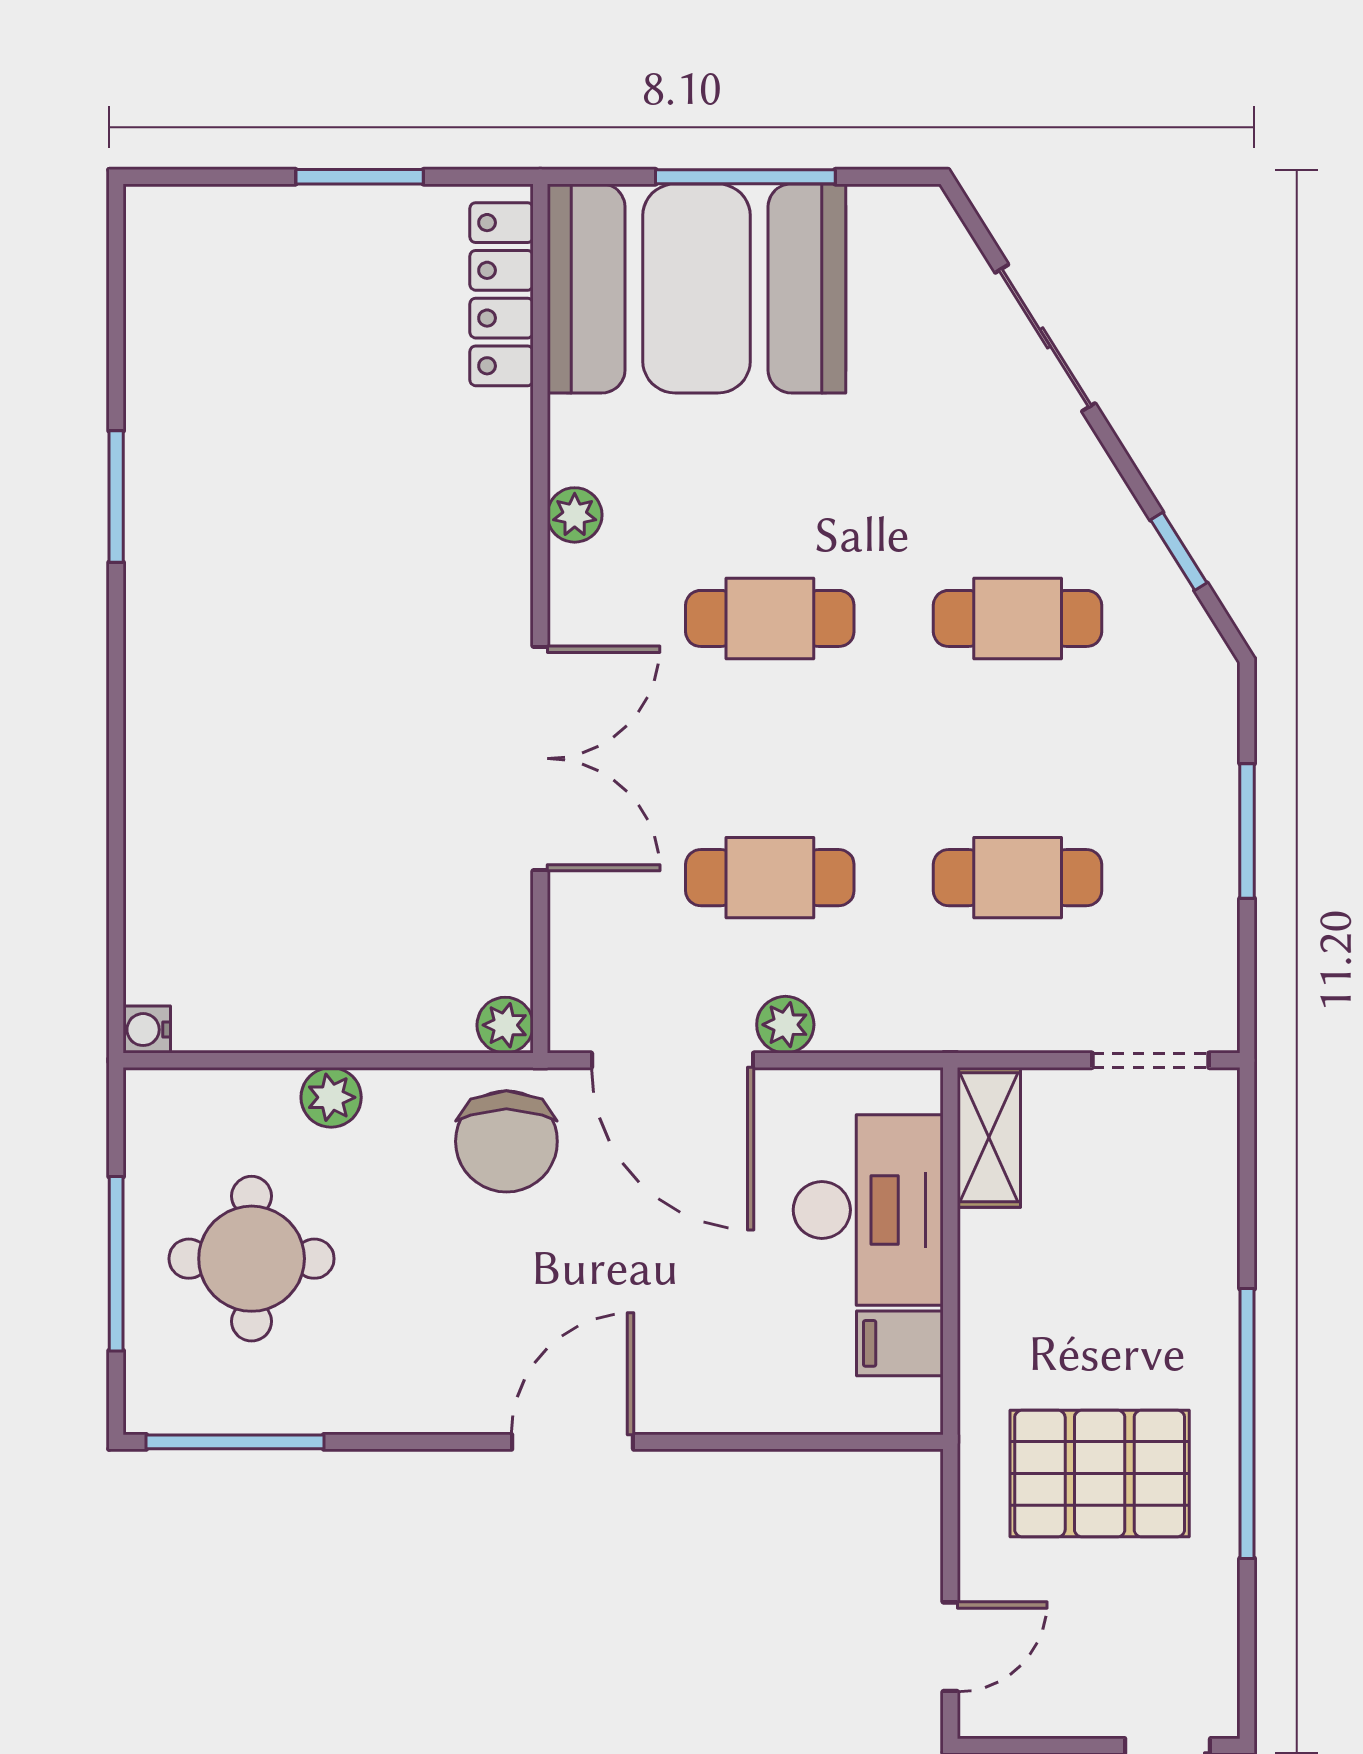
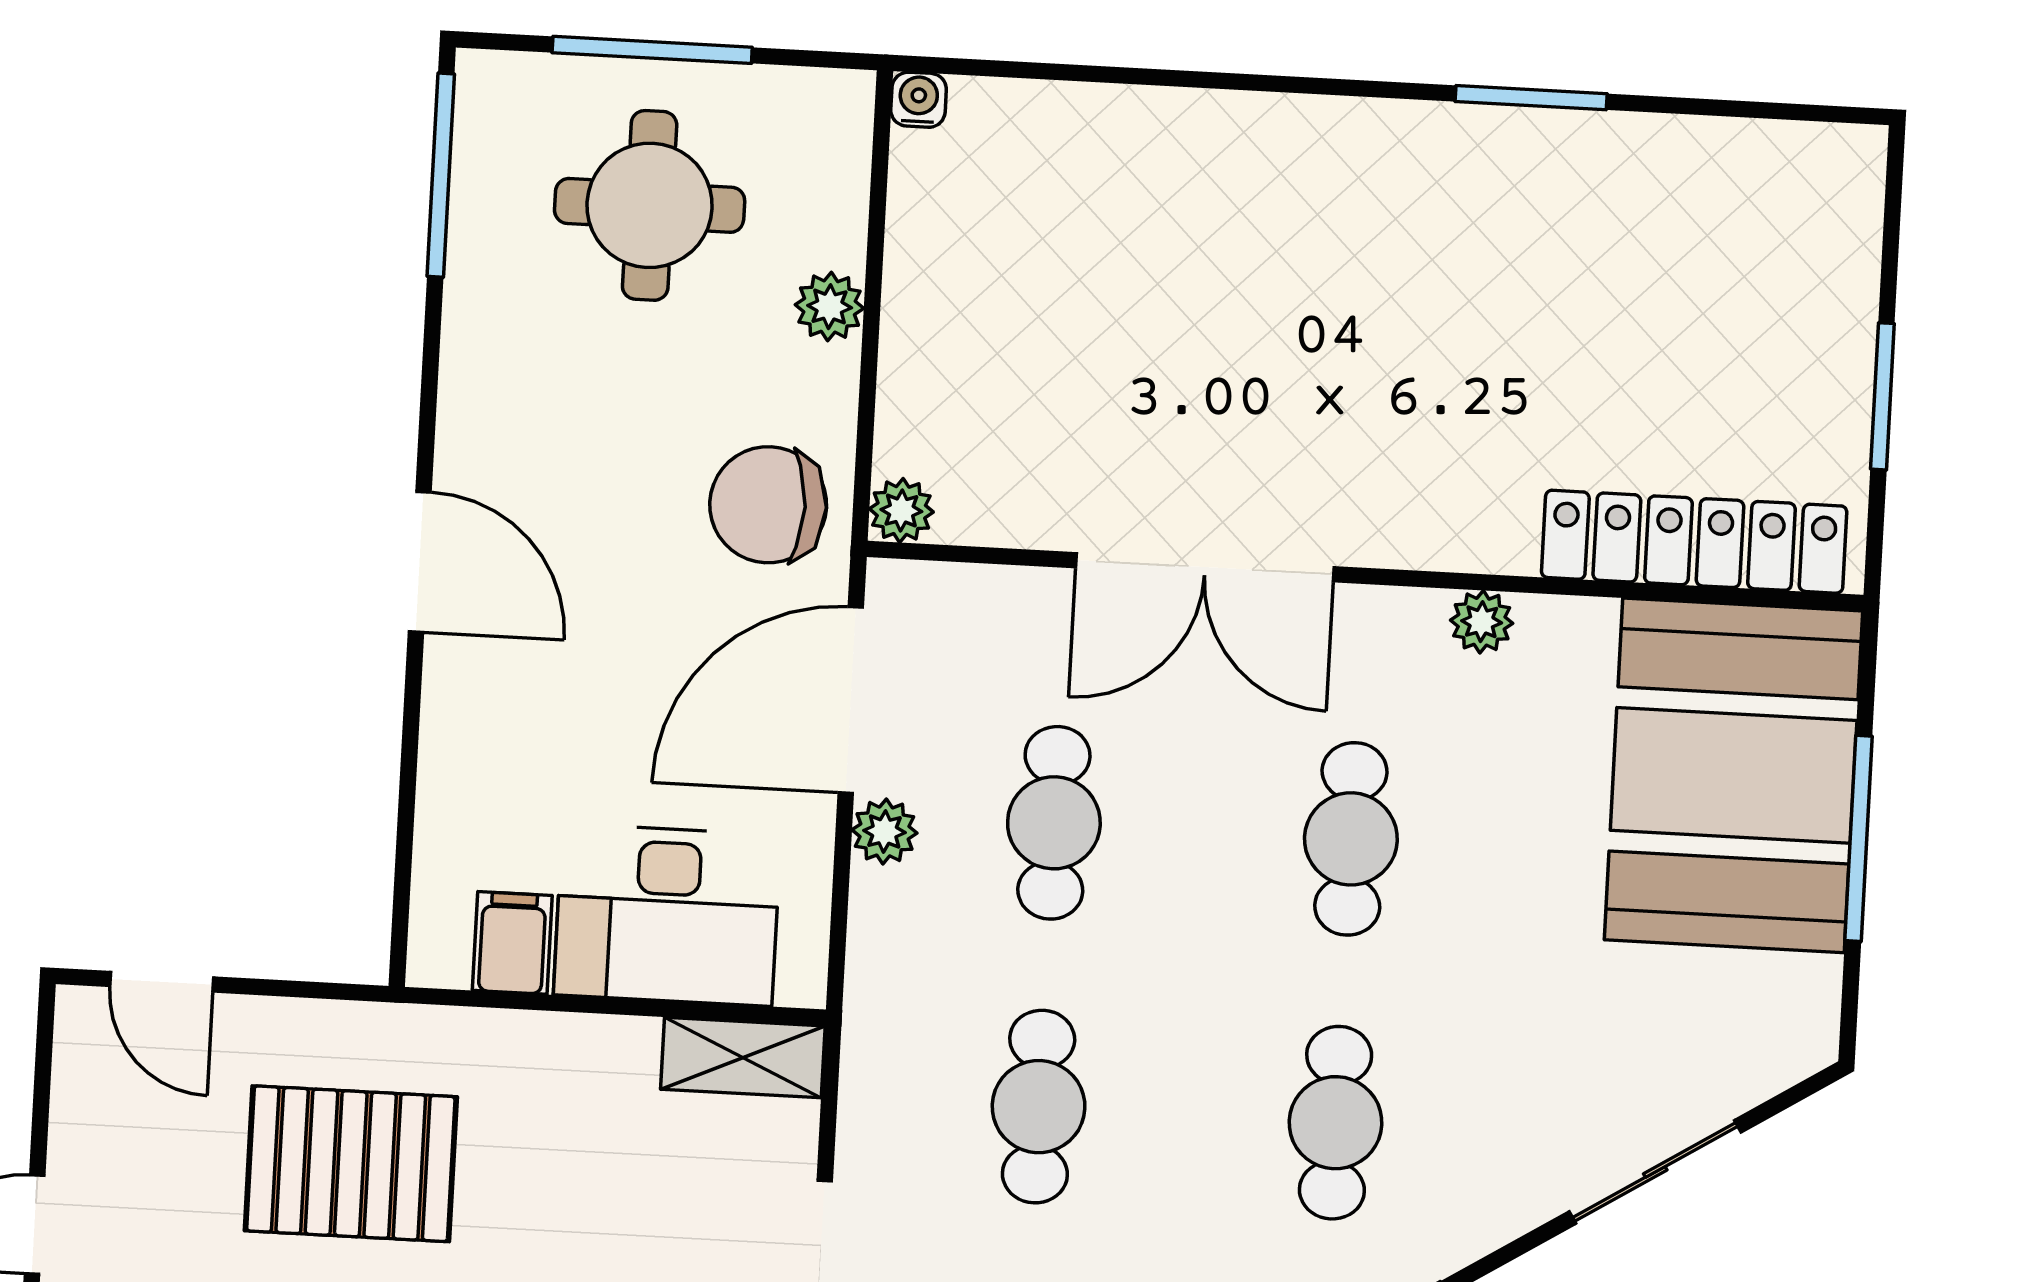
locker: (502, 294) -> (1694, 542), width x1.41, depth x1.21
pallet: (1100, 1474) -> (351, 1164), turned 90

